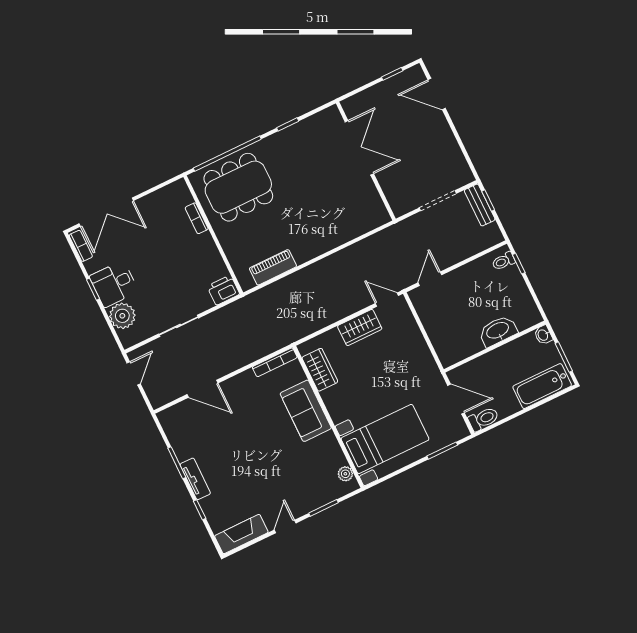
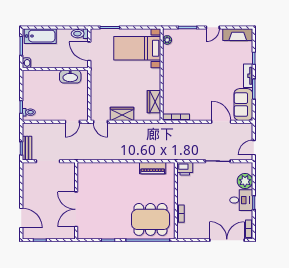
washbasin: (498, 331) -> (70, 77), moved
sofa: (306, 411) -> (243, 105), moved, turned 180

